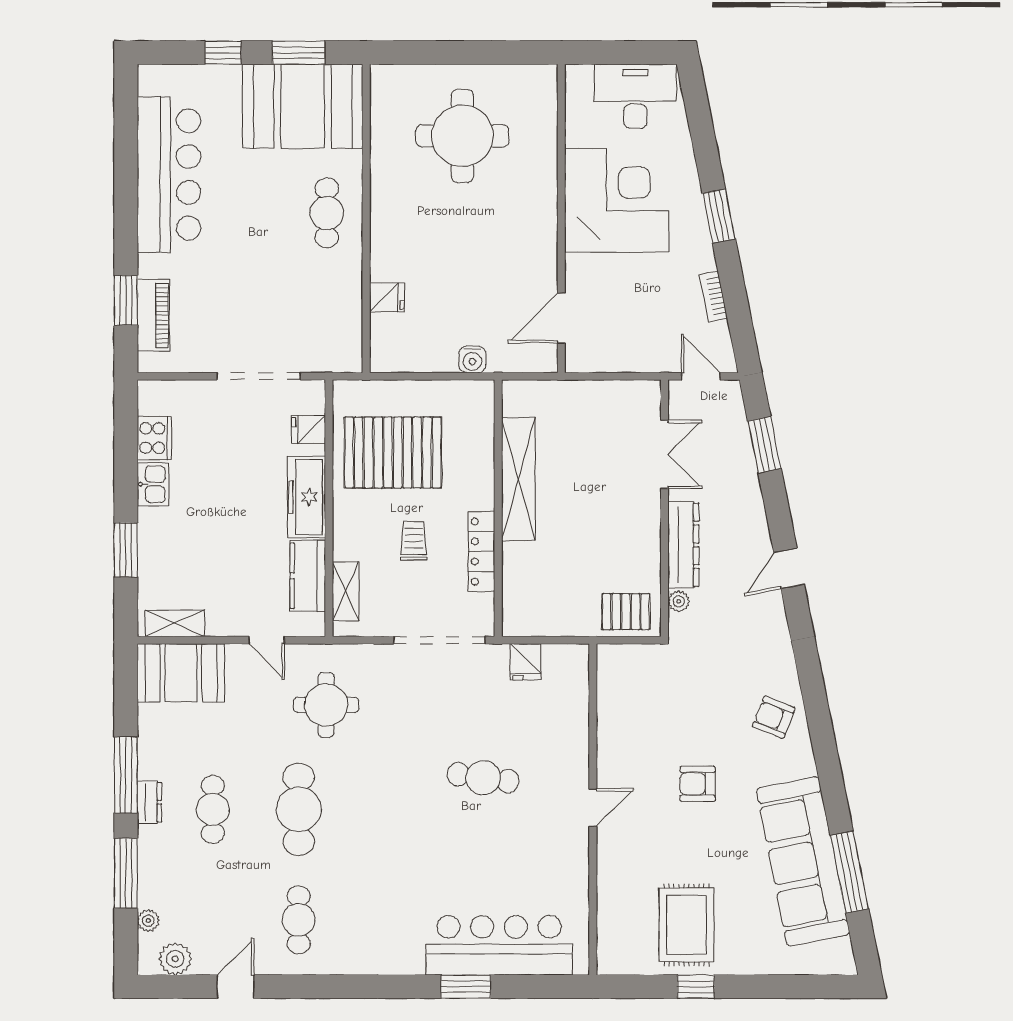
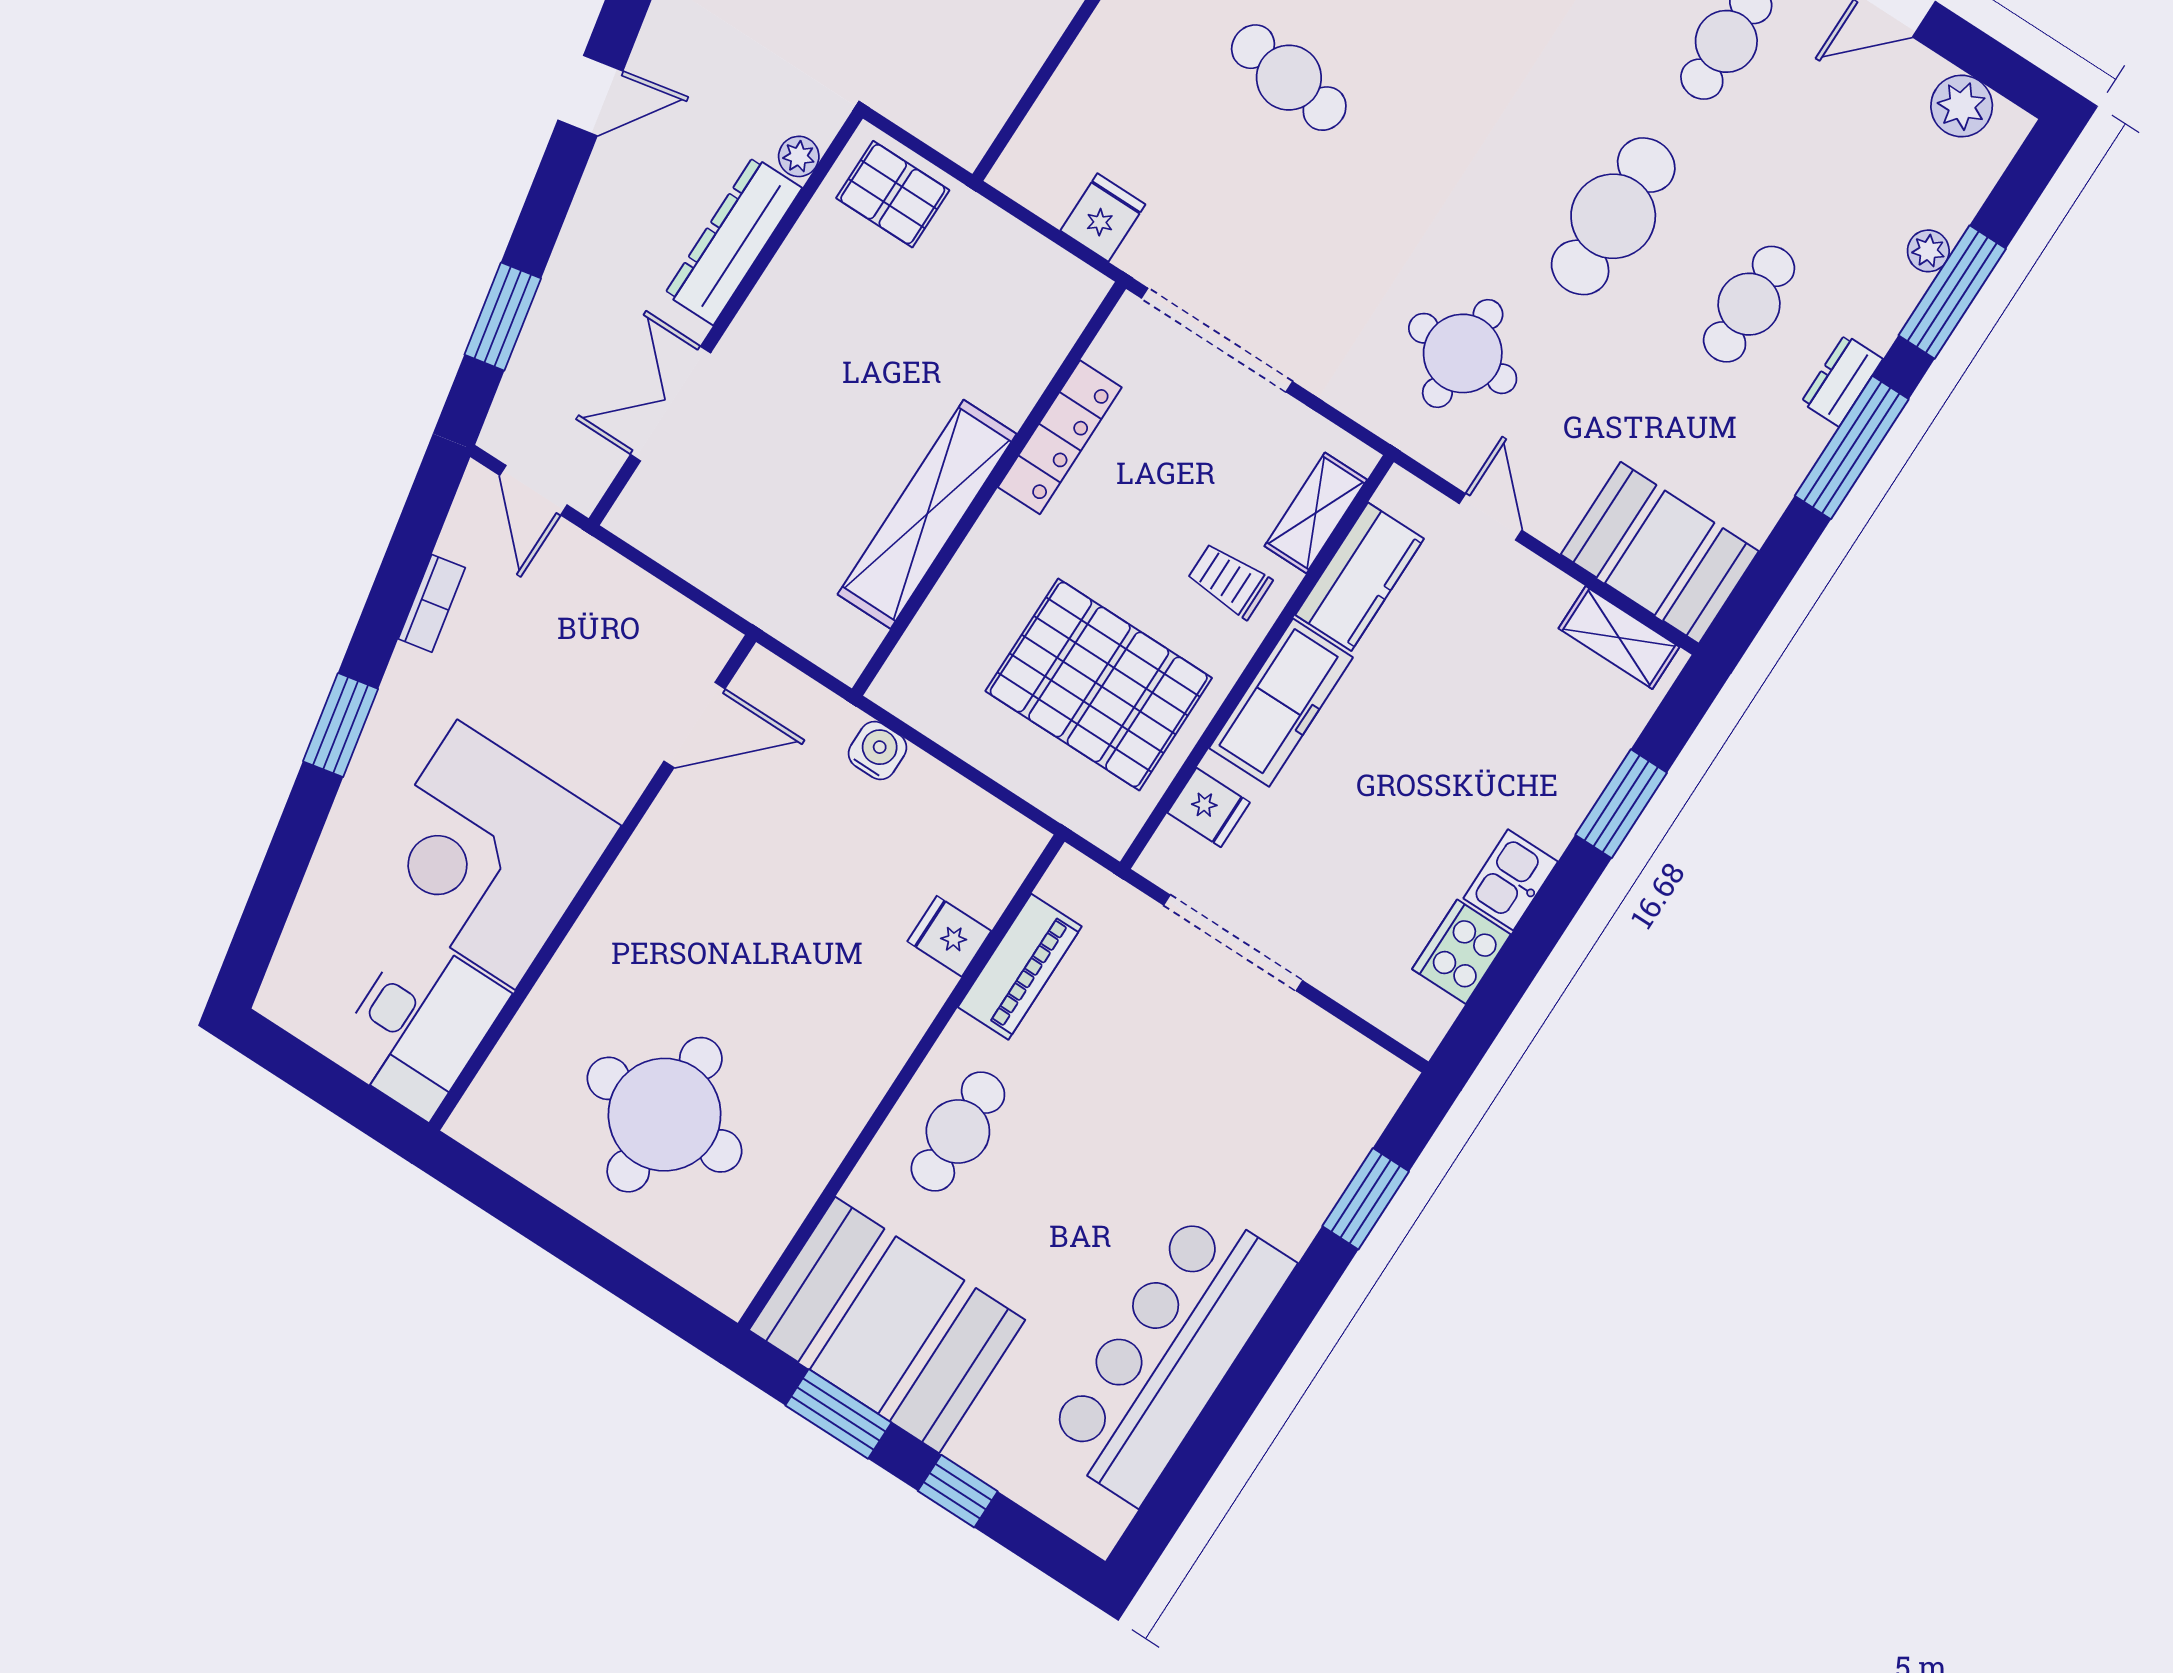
desk: (635, 96) -> (420, 1026), moved, turned -90
piano: (153, 315) -> (1020, 967), moved, turned 180
trolley: (414, 541) -> (1230, 581), moved, turned 90
plant: (148, 921) -> (1928, 251), moved

